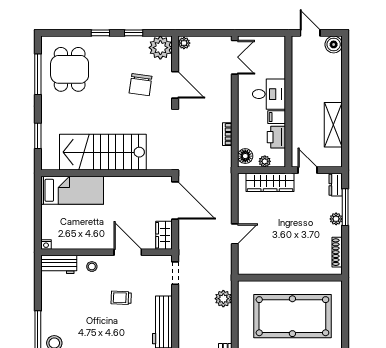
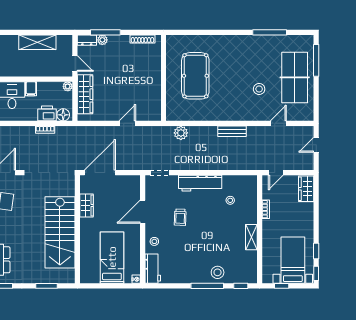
printer: (276, 137) -> (47, 113), moved, turned 180
plant: (265, 161) -> (68, 86), moved
door: (307, 170) -> (75, 63), swing flipped
bed: (72, 190) -> (112, 258), moved
plant: (336, 219) -> (102, 40), moved
door: (235, 234) -> (127, 123), hinge flipped
wardrobe: (164, 235) -> (86, 206), moved, turned -90
pool table: (292, 316) -> (195, 76), width x0.73, depth x0.76

